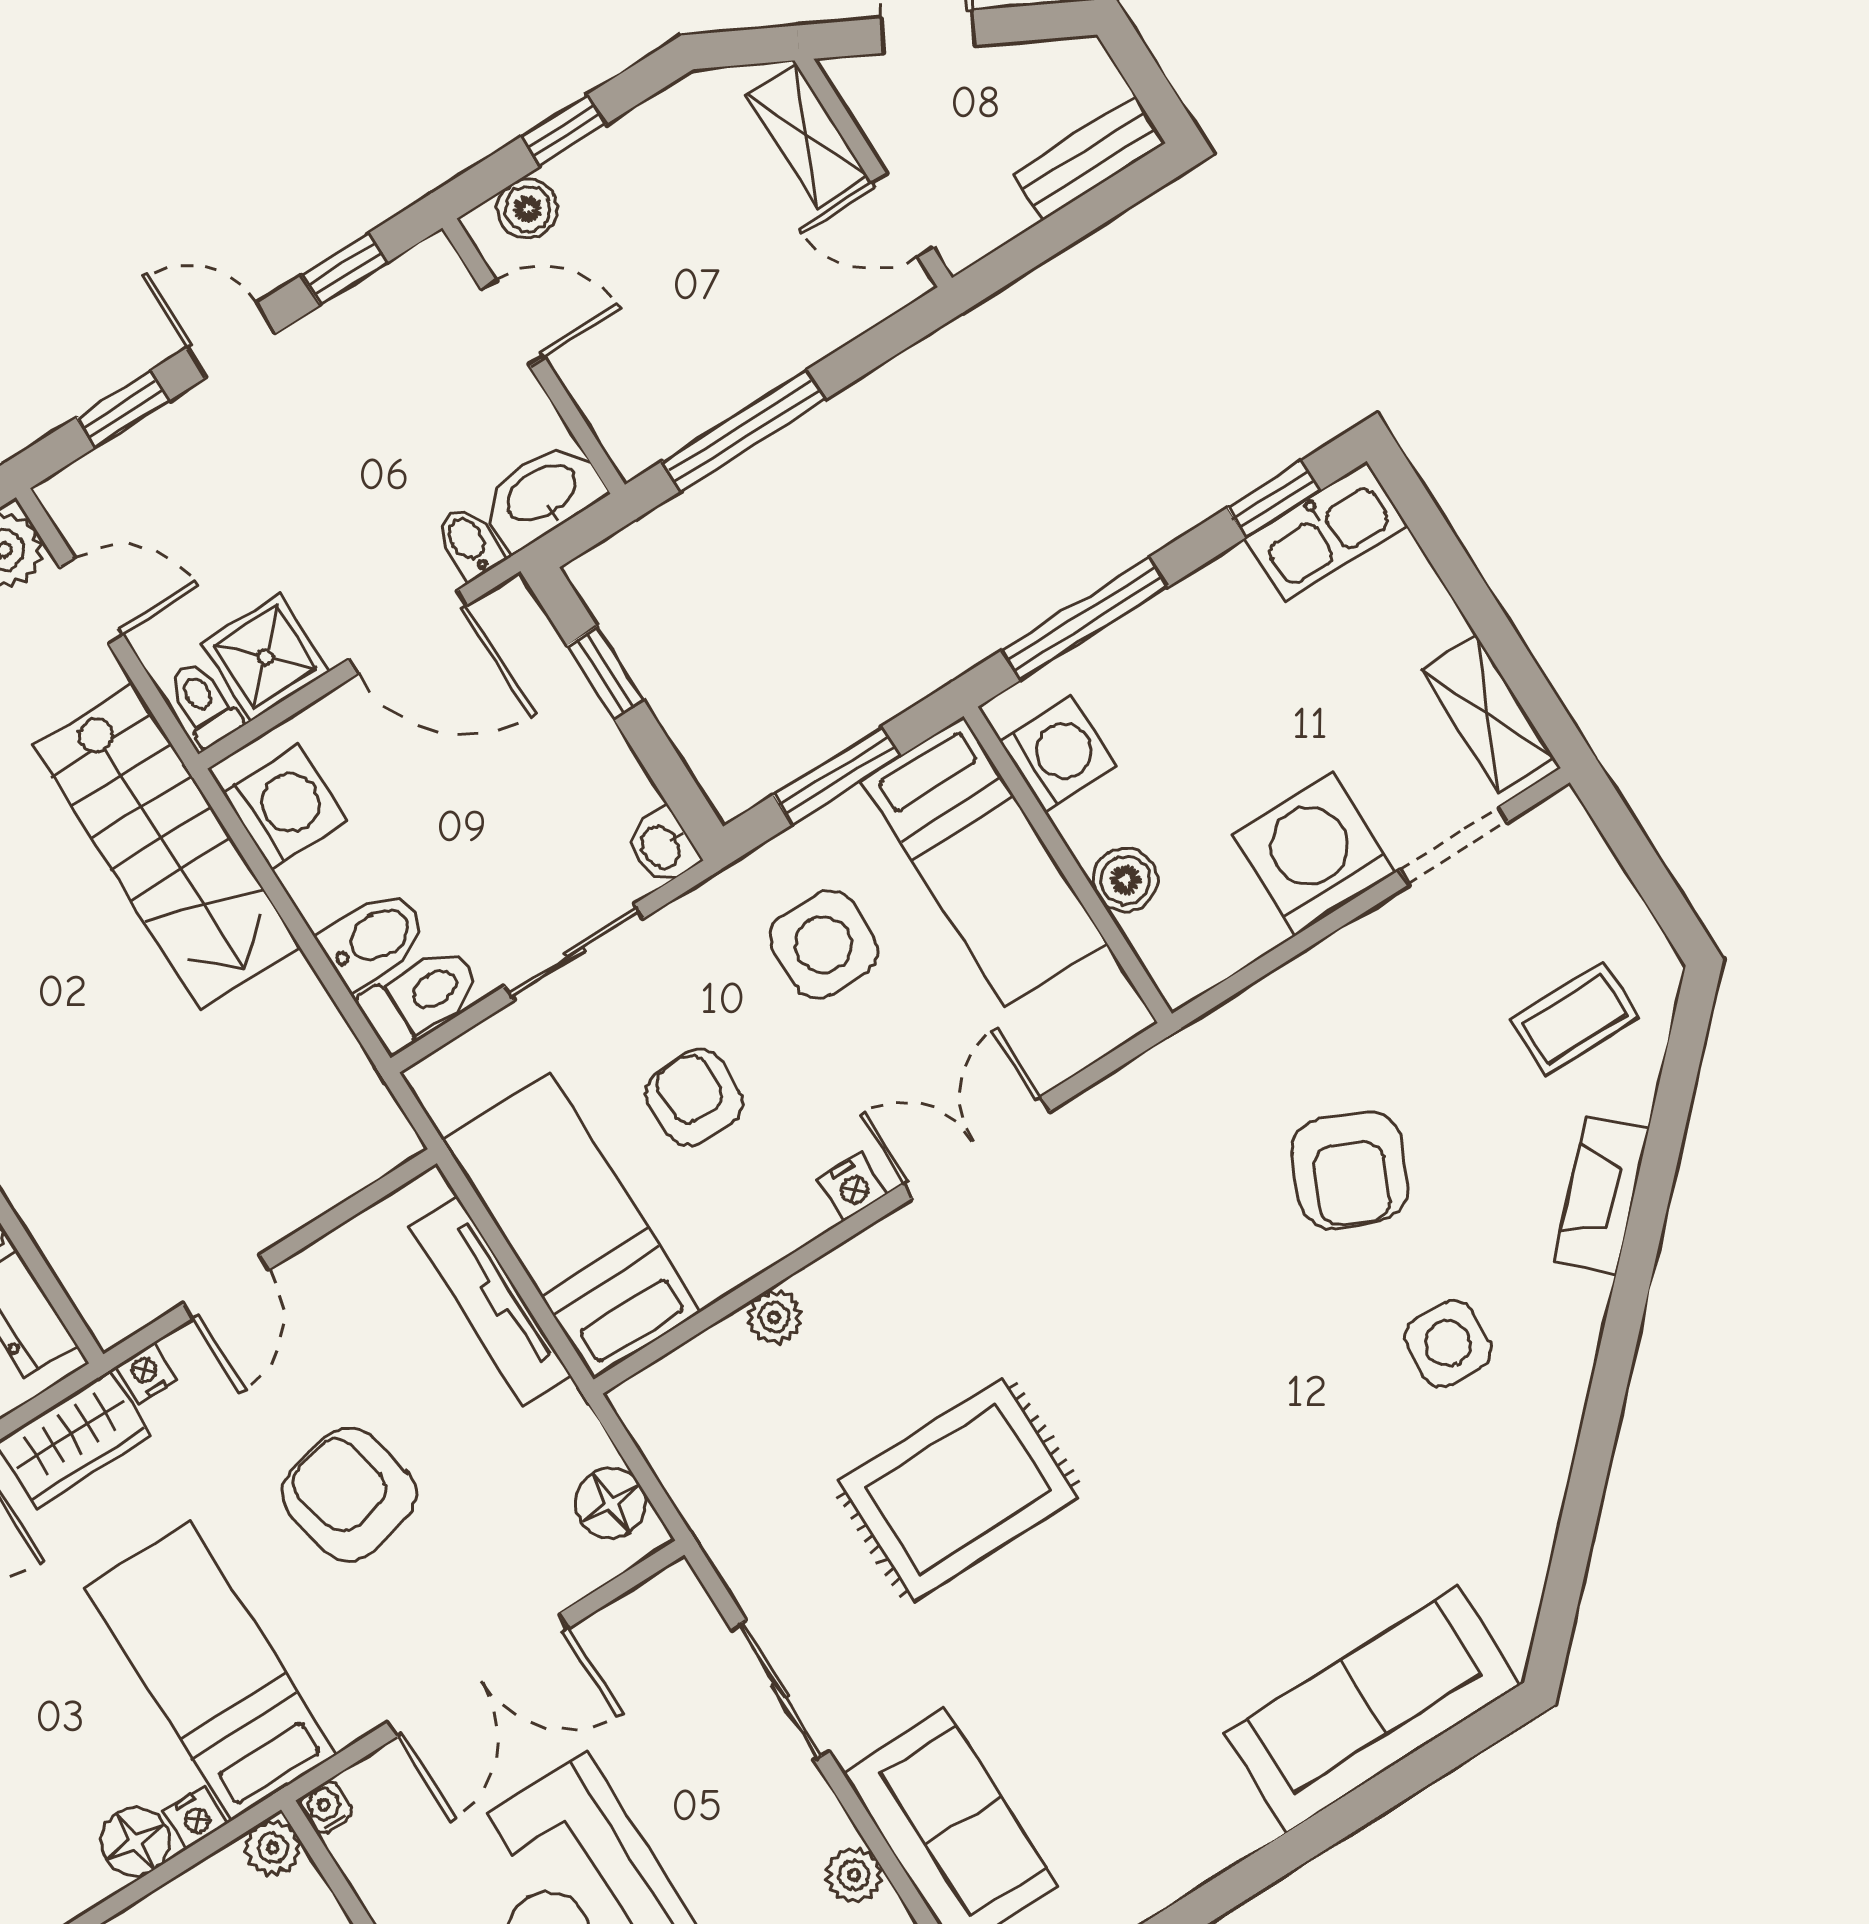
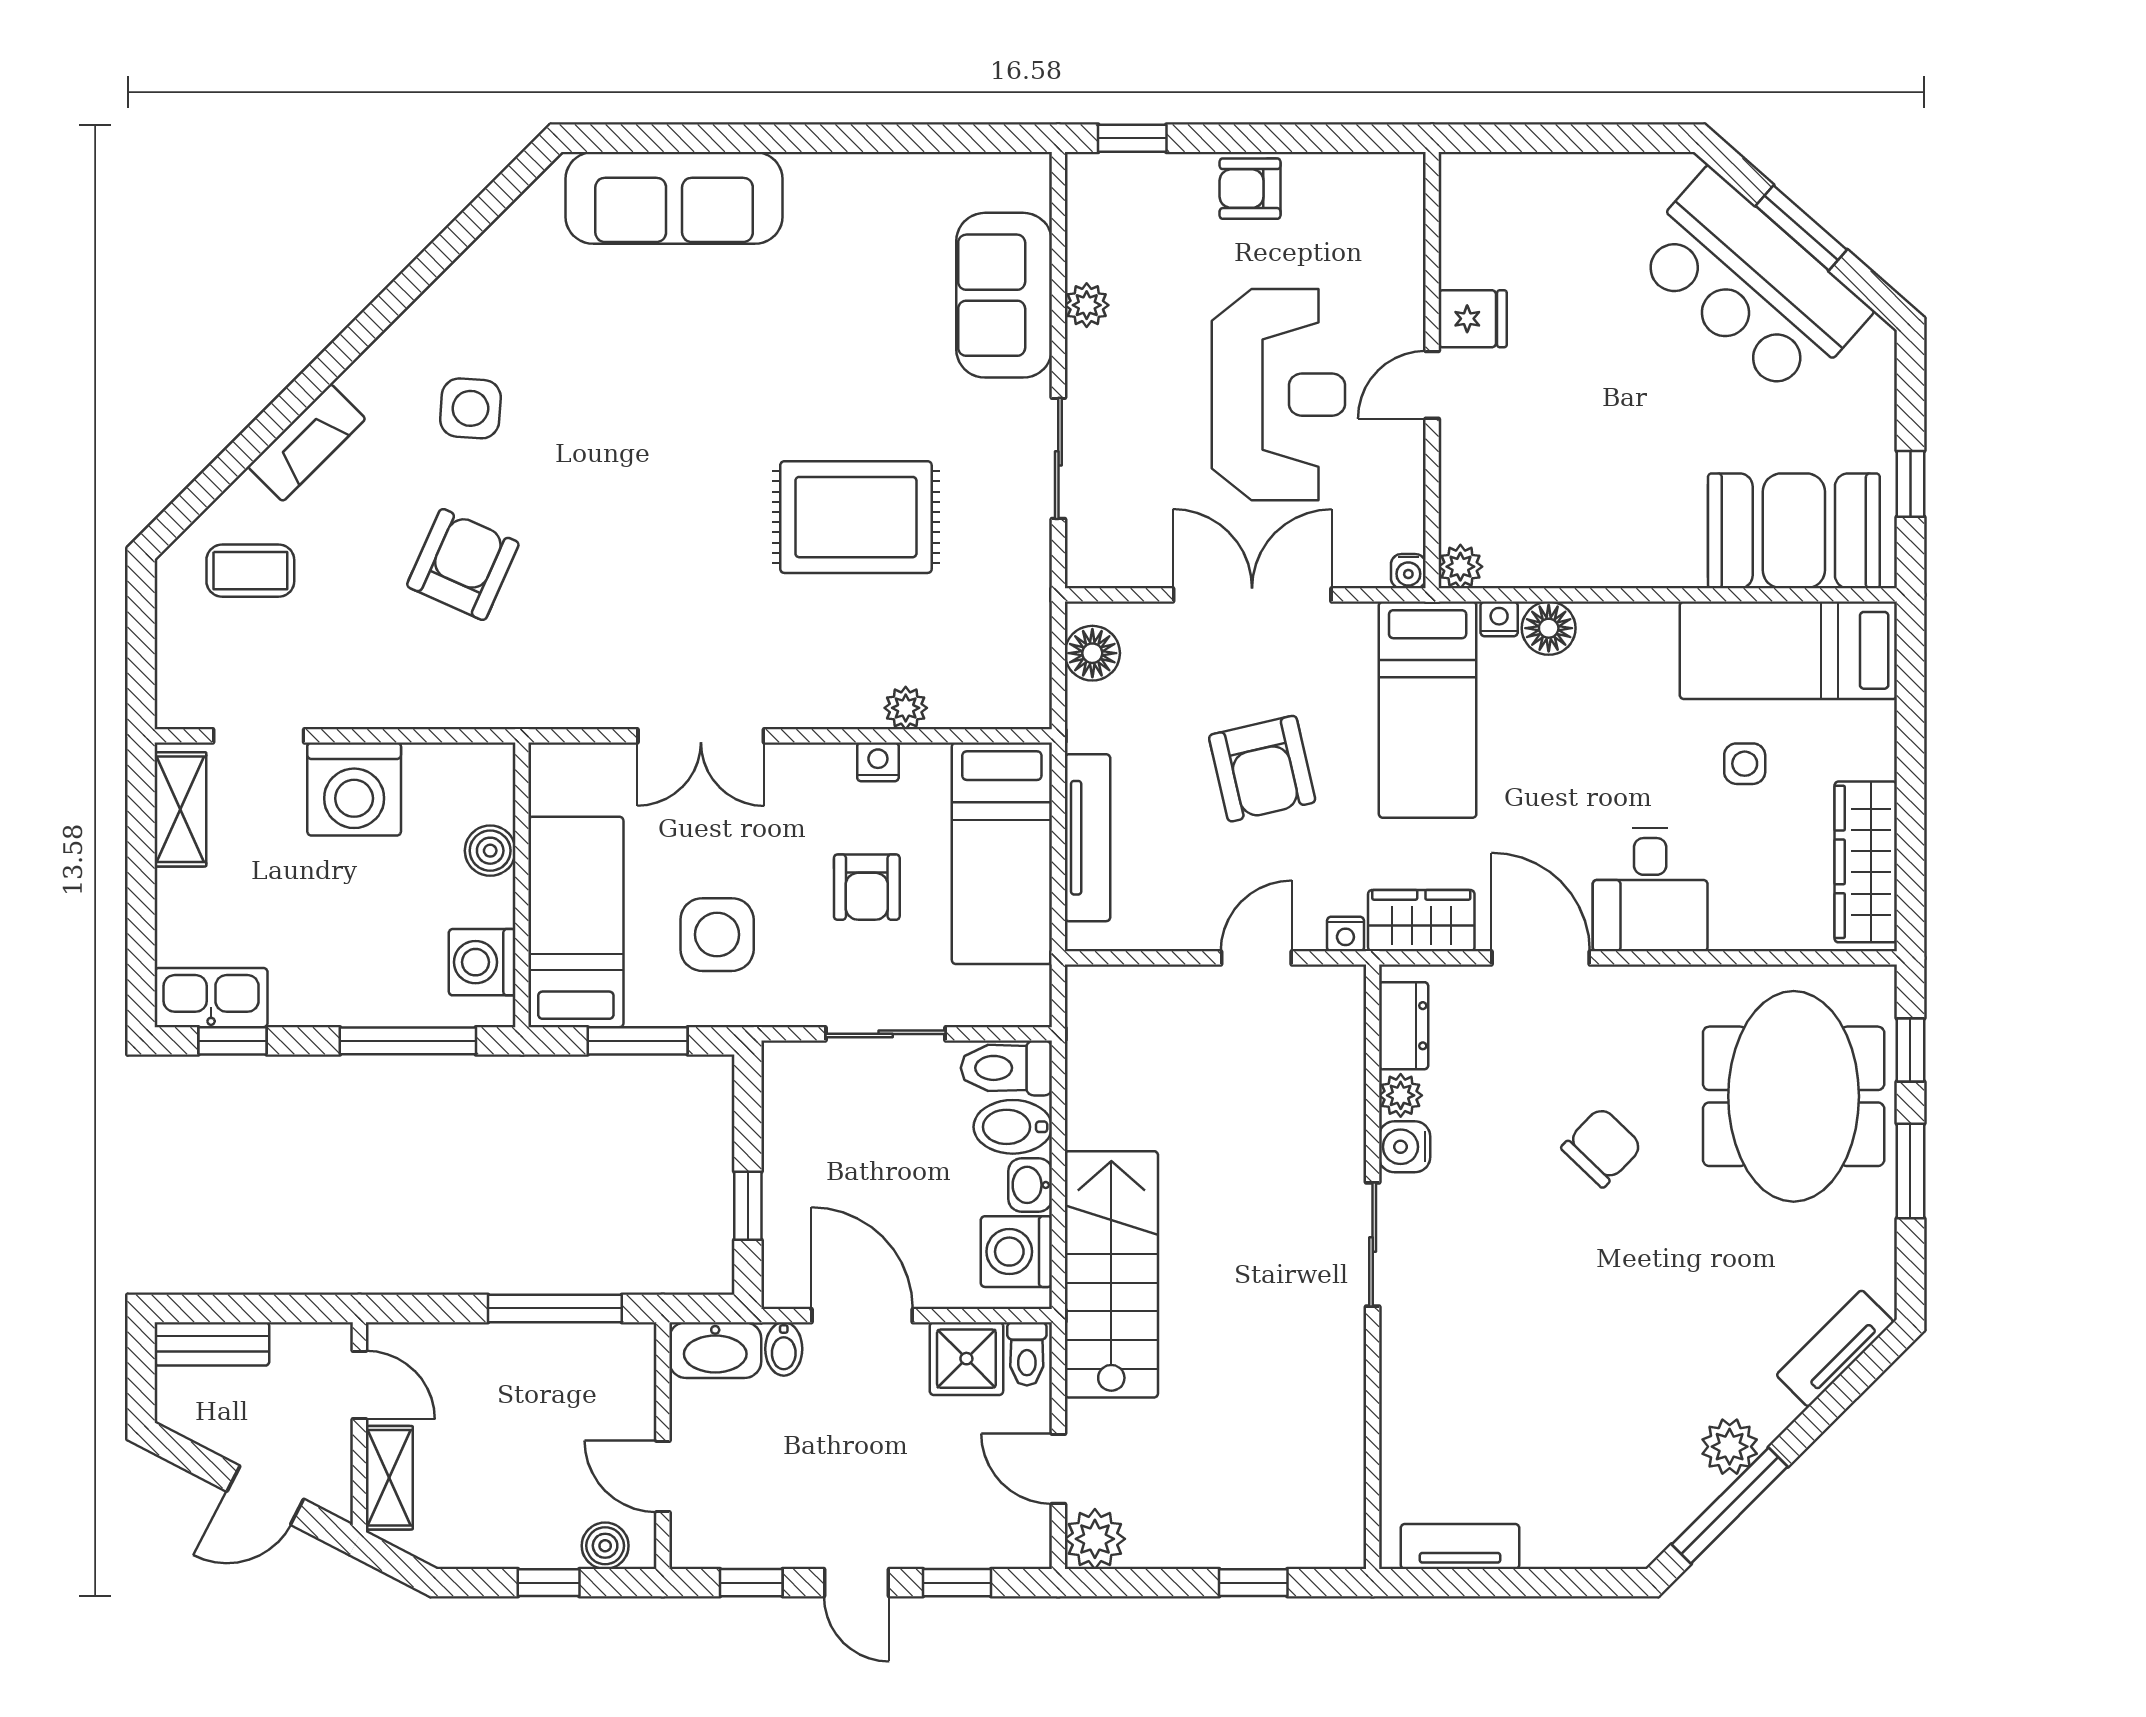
washbasin: (662, 846) -> (1030, 1185), moved, turned 180
nightstand: (852, 1187) -> (878, 762), moved

